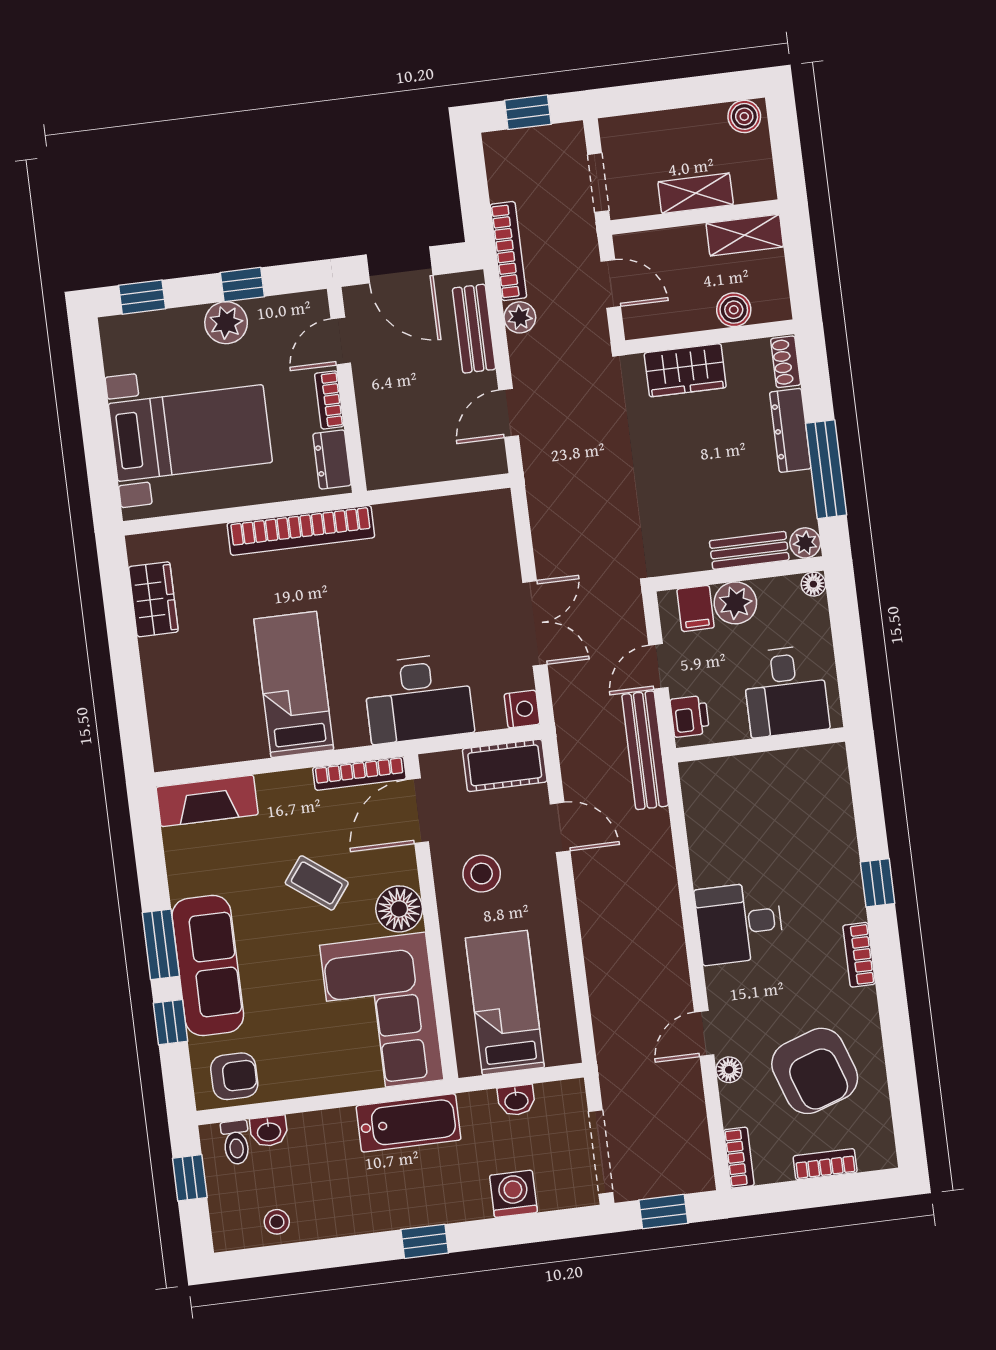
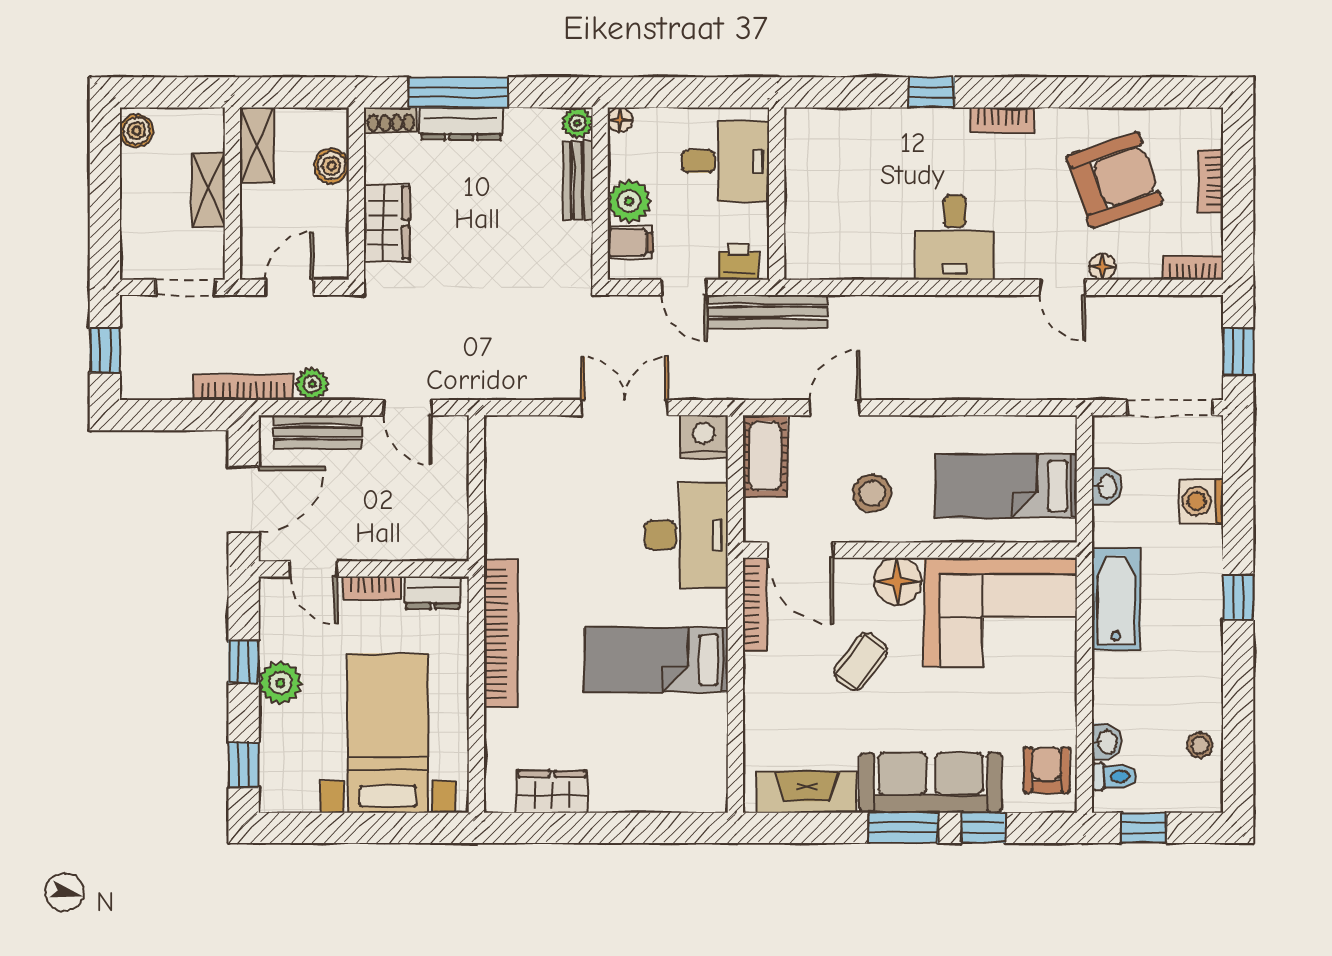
window: (826, 469) -> (458, 92), moved
nightstand: (522, 709) -> (704, 437), width x1.36, depth x1.33
fireplace: (207, 801) -> (807, 792), moved, turned -90

